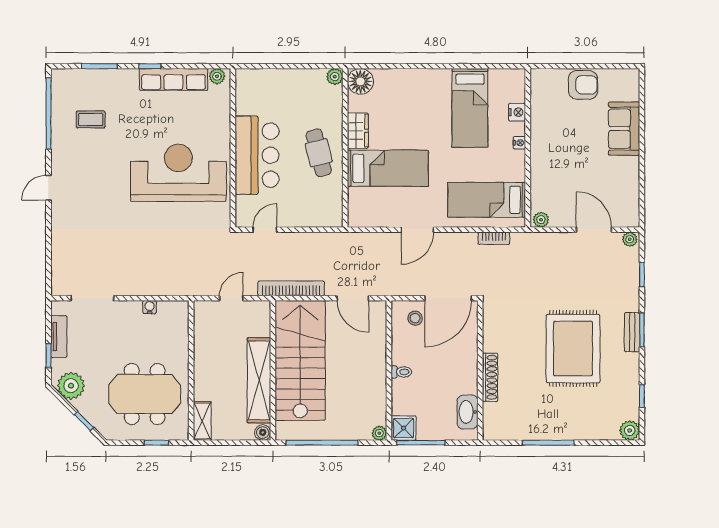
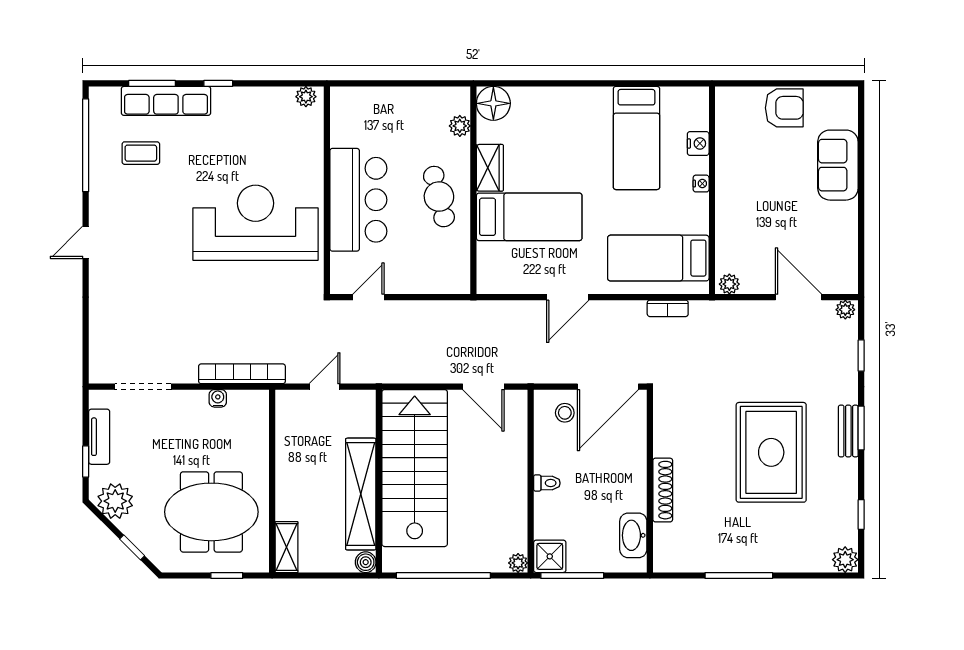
plant: (335, 77) -> (460, 126), moved
row of seats: (174, 79) -> (166, 101), moved
bookcase: (291, 288) -> (242, 374), moved

